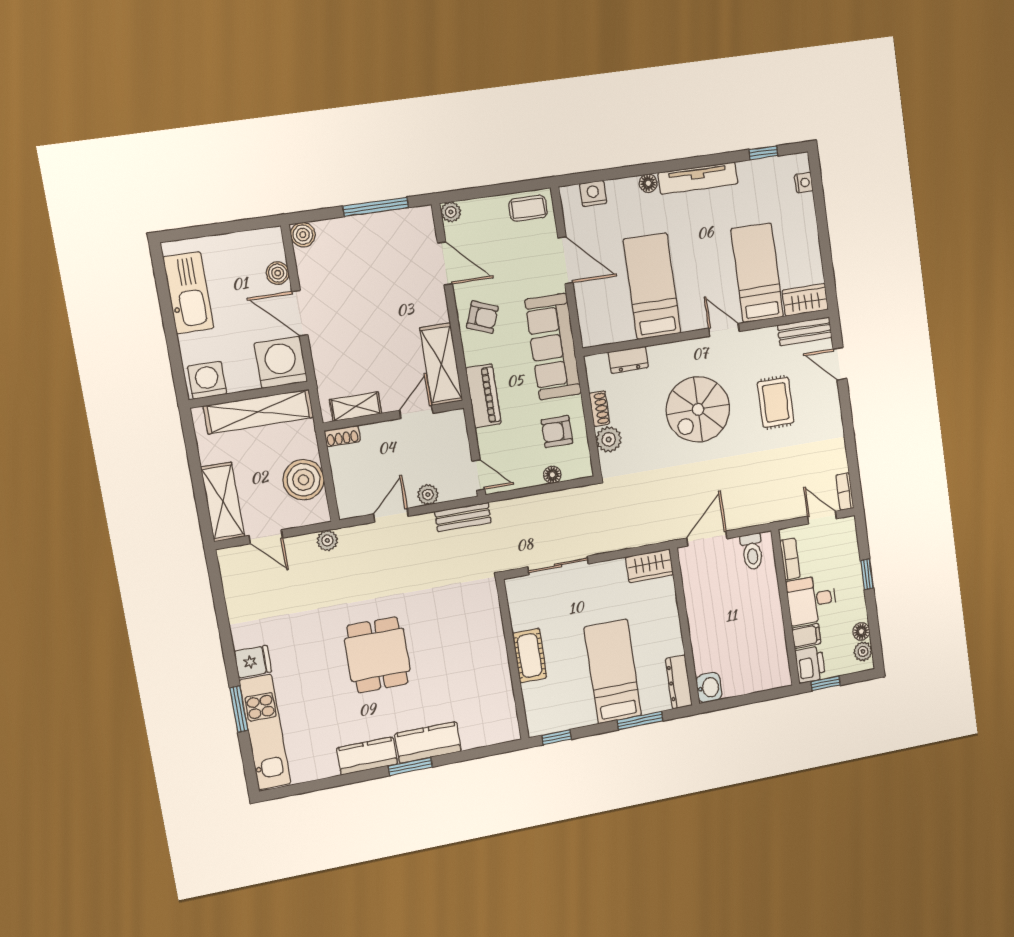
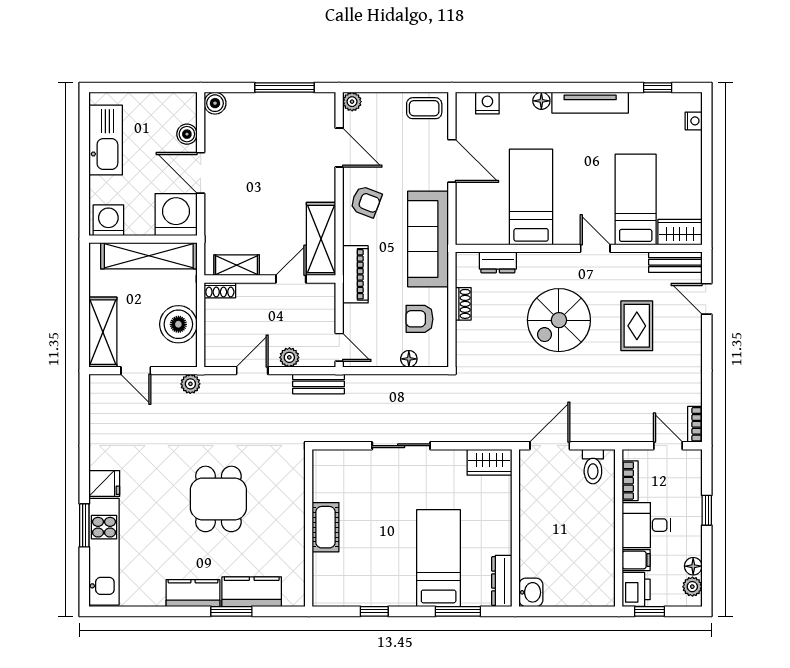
plant: (609, 439) -> (468, 334), removed
cot: (530, 656) -> (326, 527), moved
wall: (513, 660) -> (309, 528), moved

